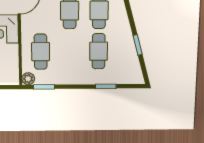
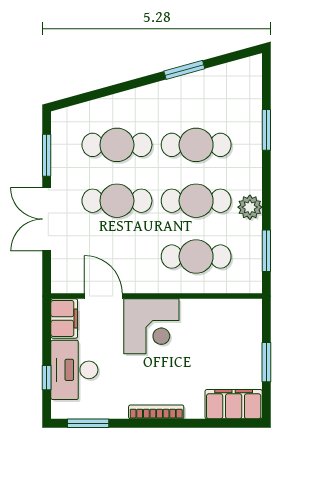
cafe table: (70, 51) -> (196, 201), added
plant: (28, 79) -> (250, 207), moved

